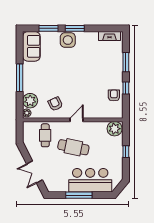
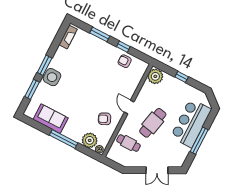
sofa: (31, 46) -> (51, 119), moved

